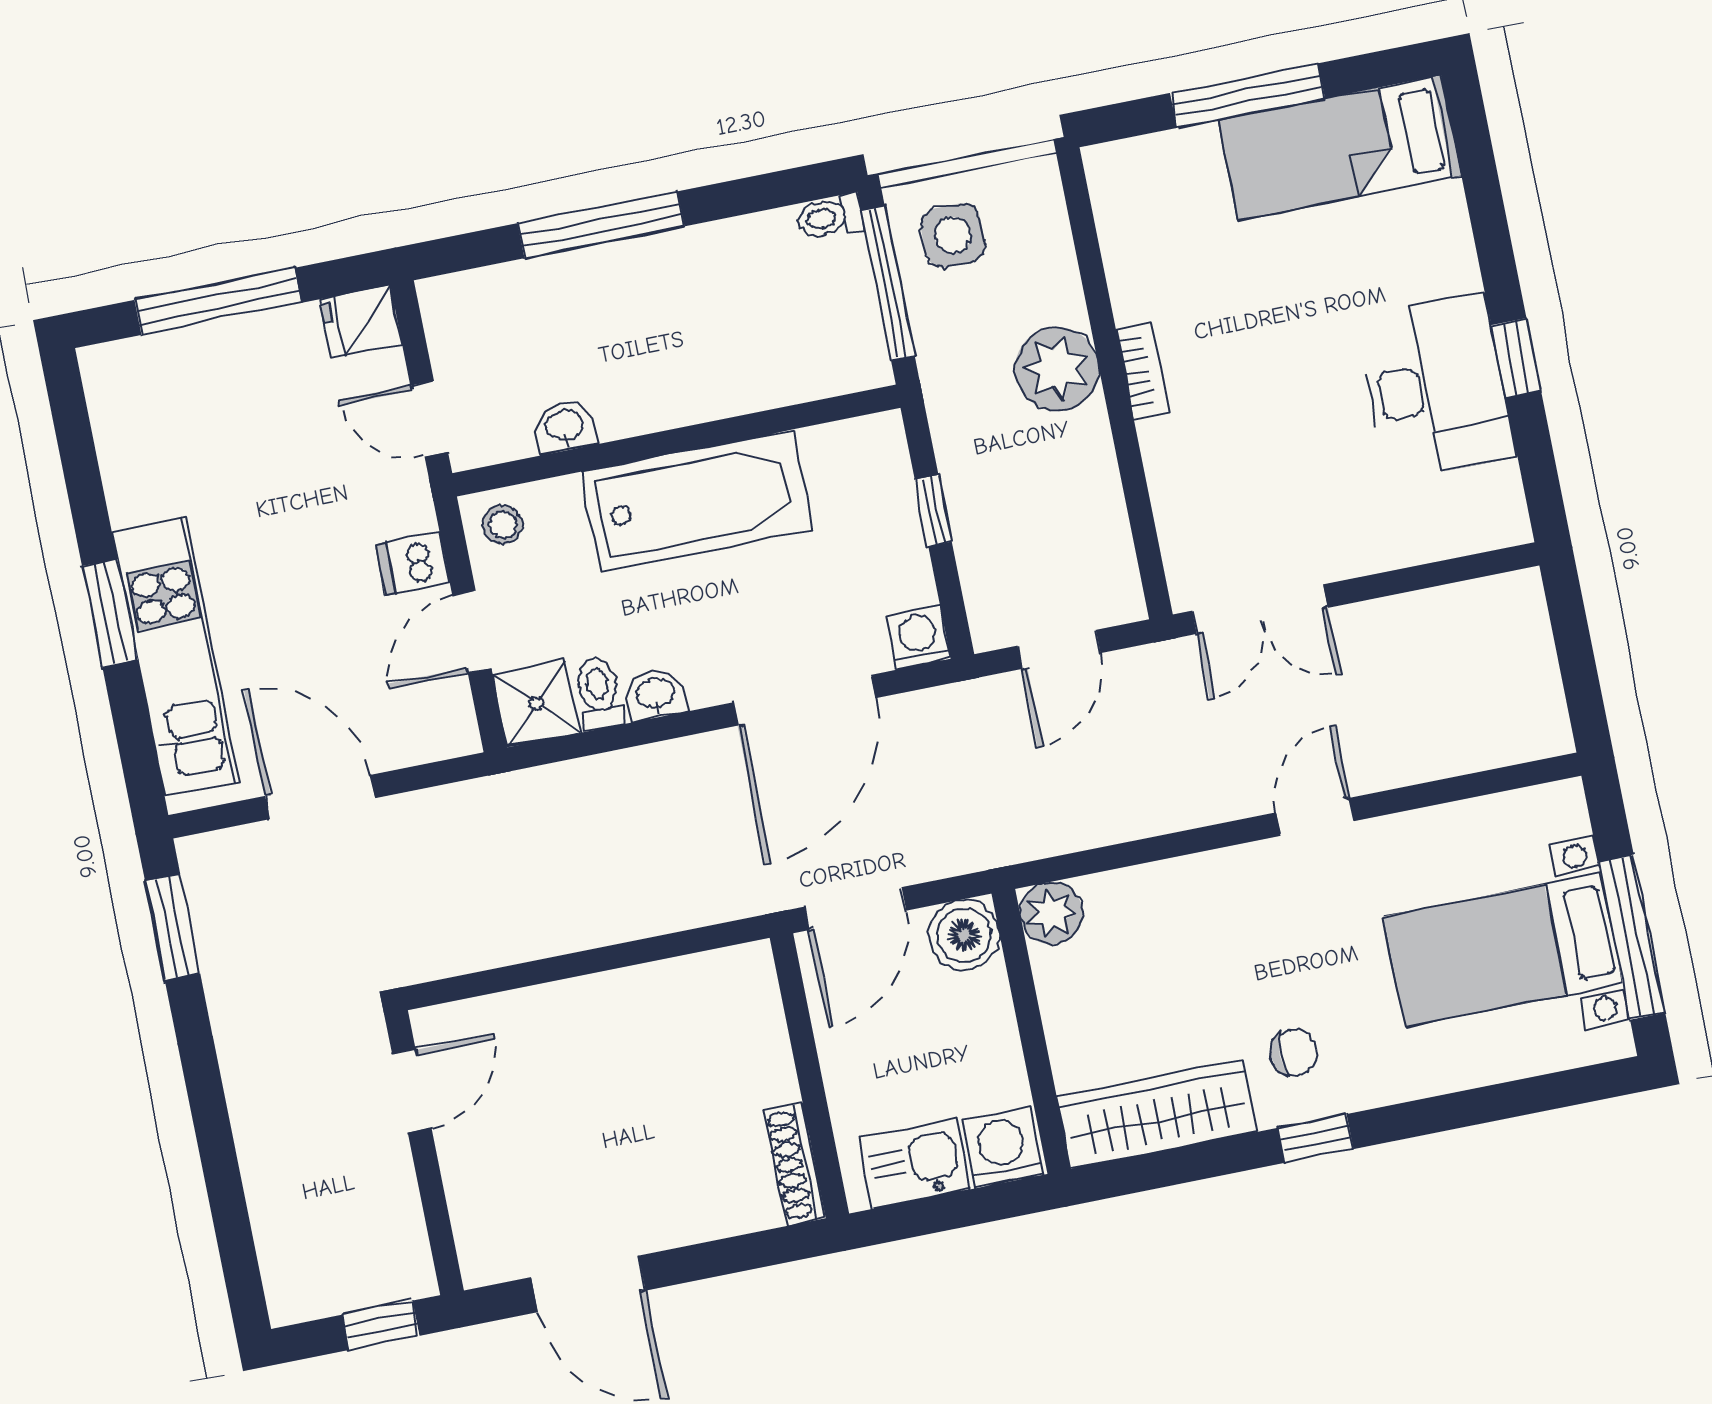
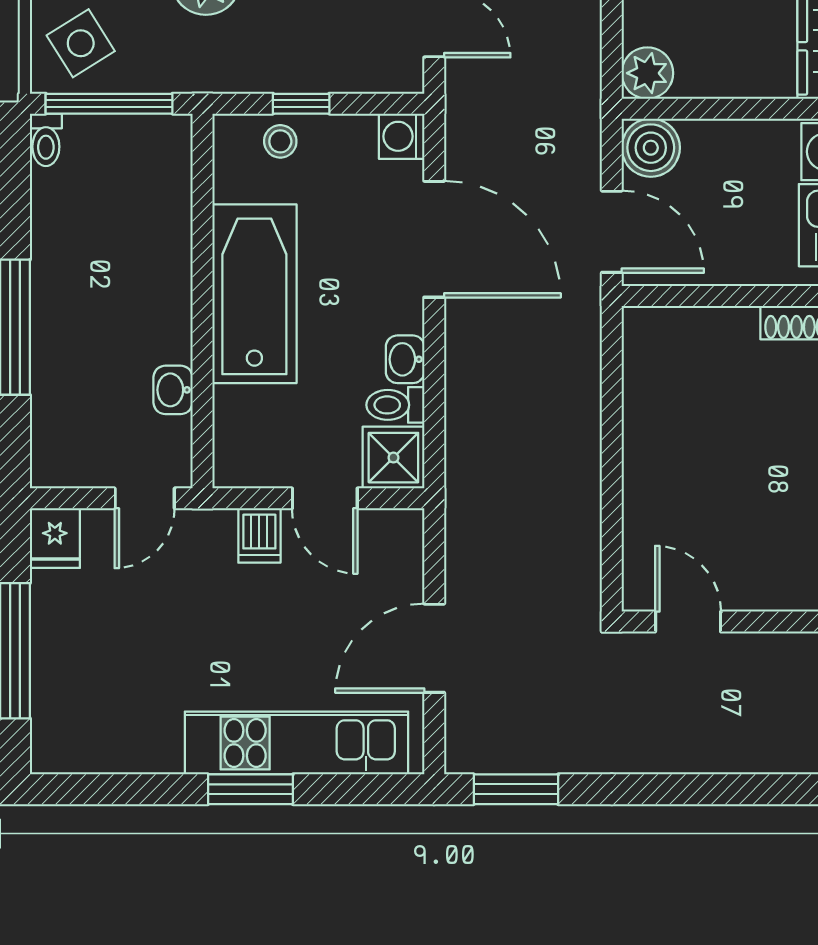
side table: (953, 235) -> (81, 43), turned -32
stool: (503, 525) -> (280, 141), moved

